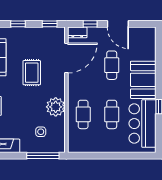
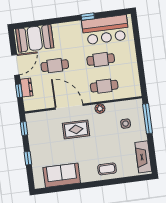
dresser: (77, 32) -> (27, 88), moved
door: (66, 58) -> (69, 107), moved
rug: (32, 73) -> (76, 129), moved
booth: (143, 80) -> (35, 38), moved
plant: (56, 107) -> (100, 109), width x0.53, depth x0.53

